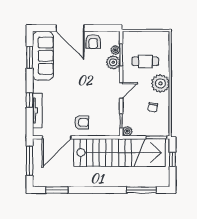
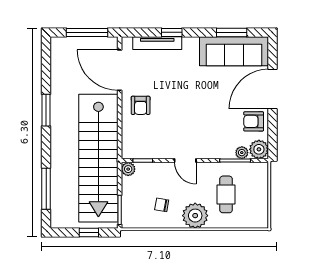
plant: (113, 62) -> (259, 149), moved
window: (57, 190) -> (46, 110), moved

